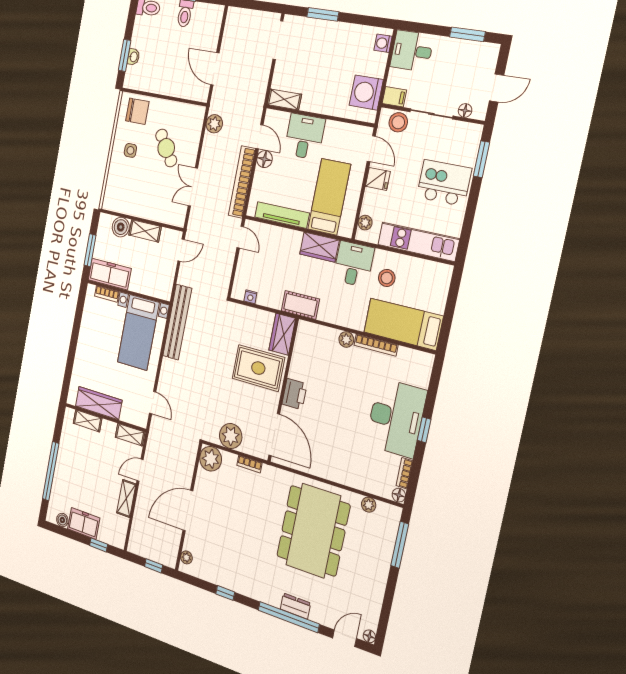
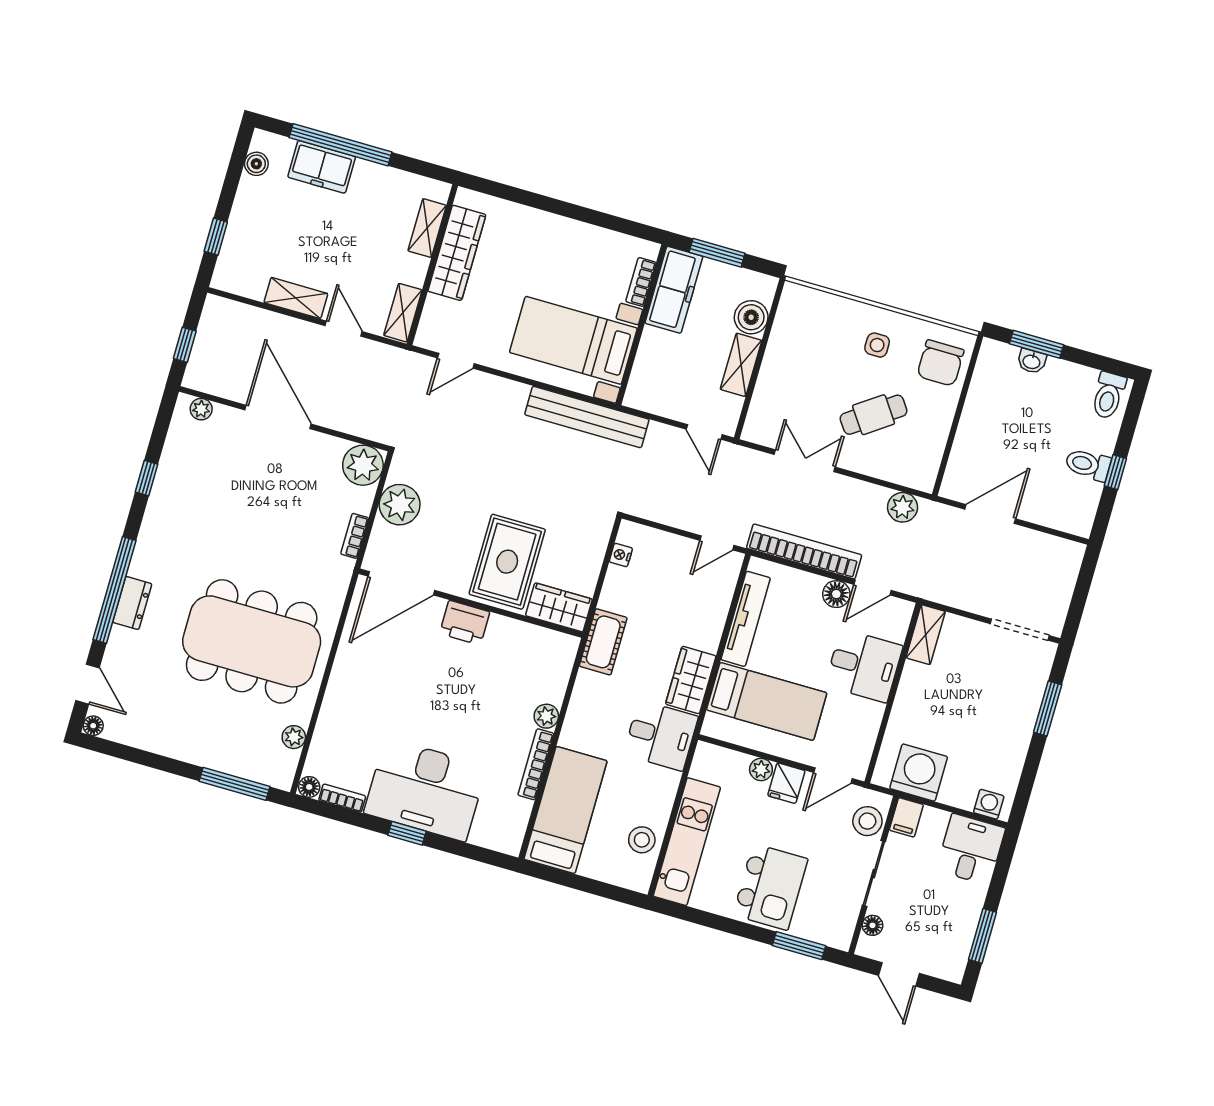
plant: (365, 223) -> (761, 769), moved
stool: (387, 278) -> (642, 840), moved
freezer: (84, 523) -> (322, 167), moved, turned 90

